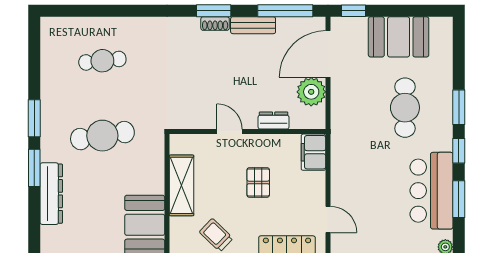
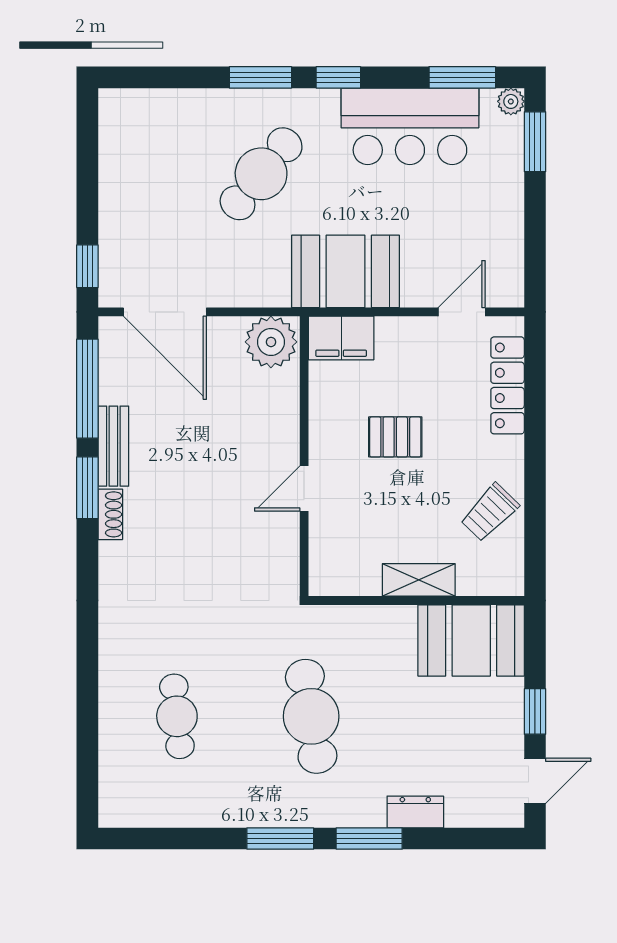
window: (214, 11) -> (87, 488), moved
booth: (399, 37) -> (345, 271), moved, turned 90
plant: (311, 92) -> (271, 342), moved
cafe table: (405, 108) -> (261, 174), turned -51
dresser: (274, 121) -> (284, 409), removed
shelving: (182, 185) -> (419, 580), width x0.67, depth x0.75
dresser: (51, 194) -> (415, 812), width x0.51, depth x0.80
window: (459, 199) -> (462, 77), moved

